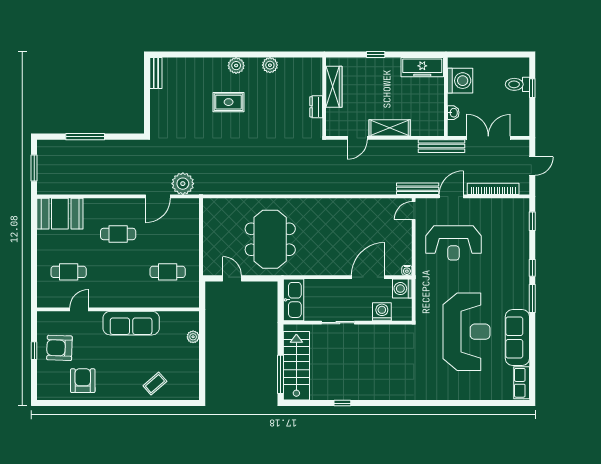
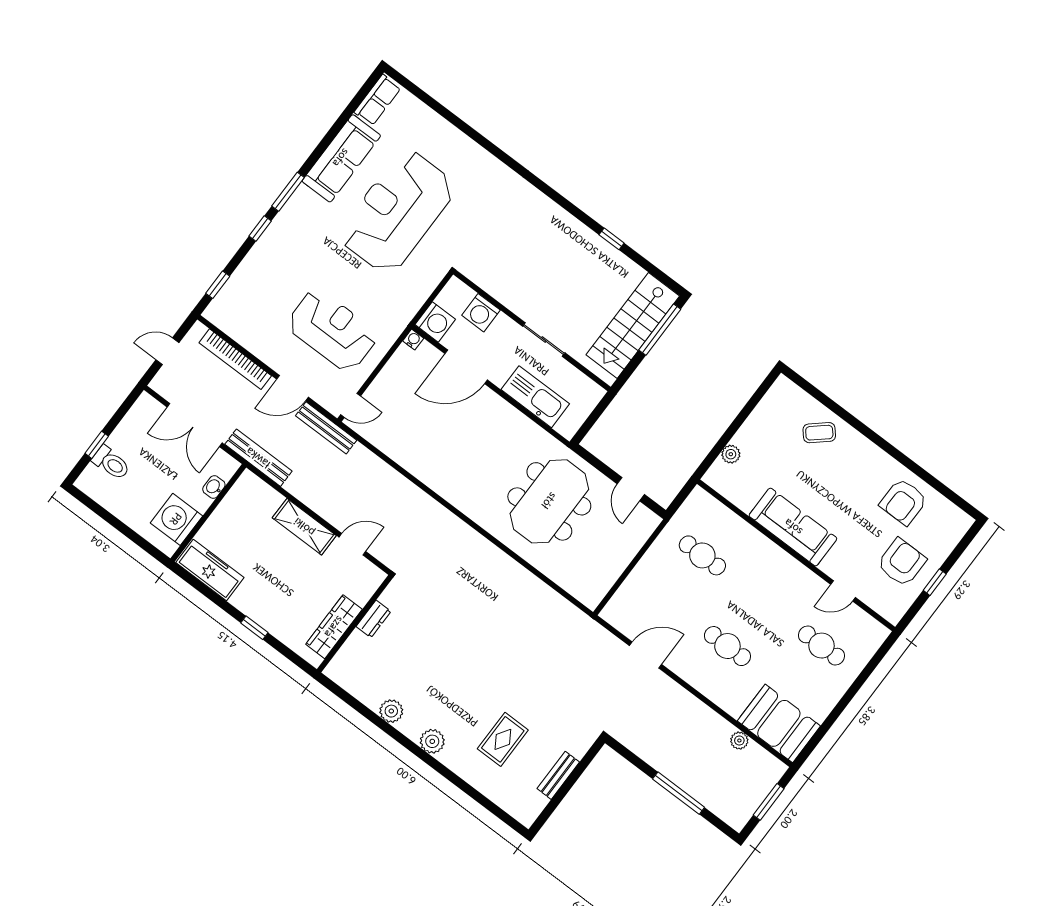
bench: (156, 73) -> (558, 775), moved
rug: (229, 102) -> (503, 739), moved, turned 90
plant: (183, 184) -> (739, 741), moved, width x0.53, depth x0.53
kitchen sink: (294, 300) -> (535, 397), moved, turned 90
armchair: (59, 348) -> (902, 562), turned -92

